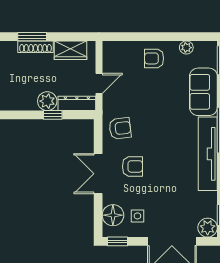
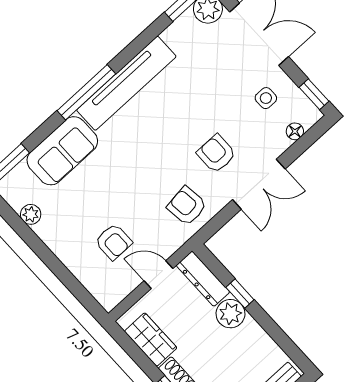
armchair: (154, 58) -> (114, 242), moved
floor lamp: (113, 215) -> (295, 131), width x0.53, depth x0.53

